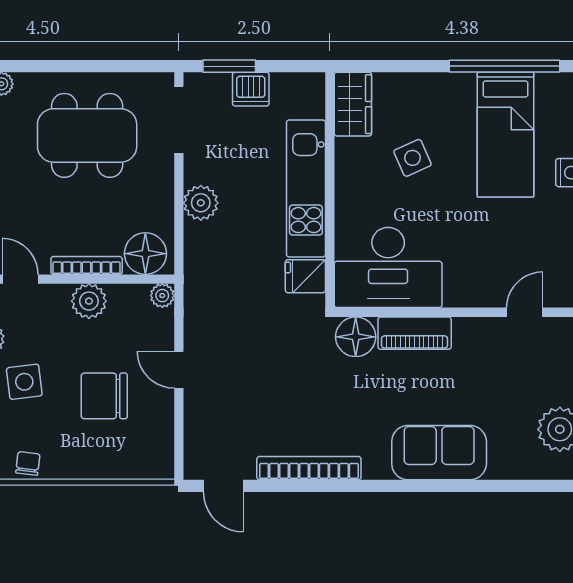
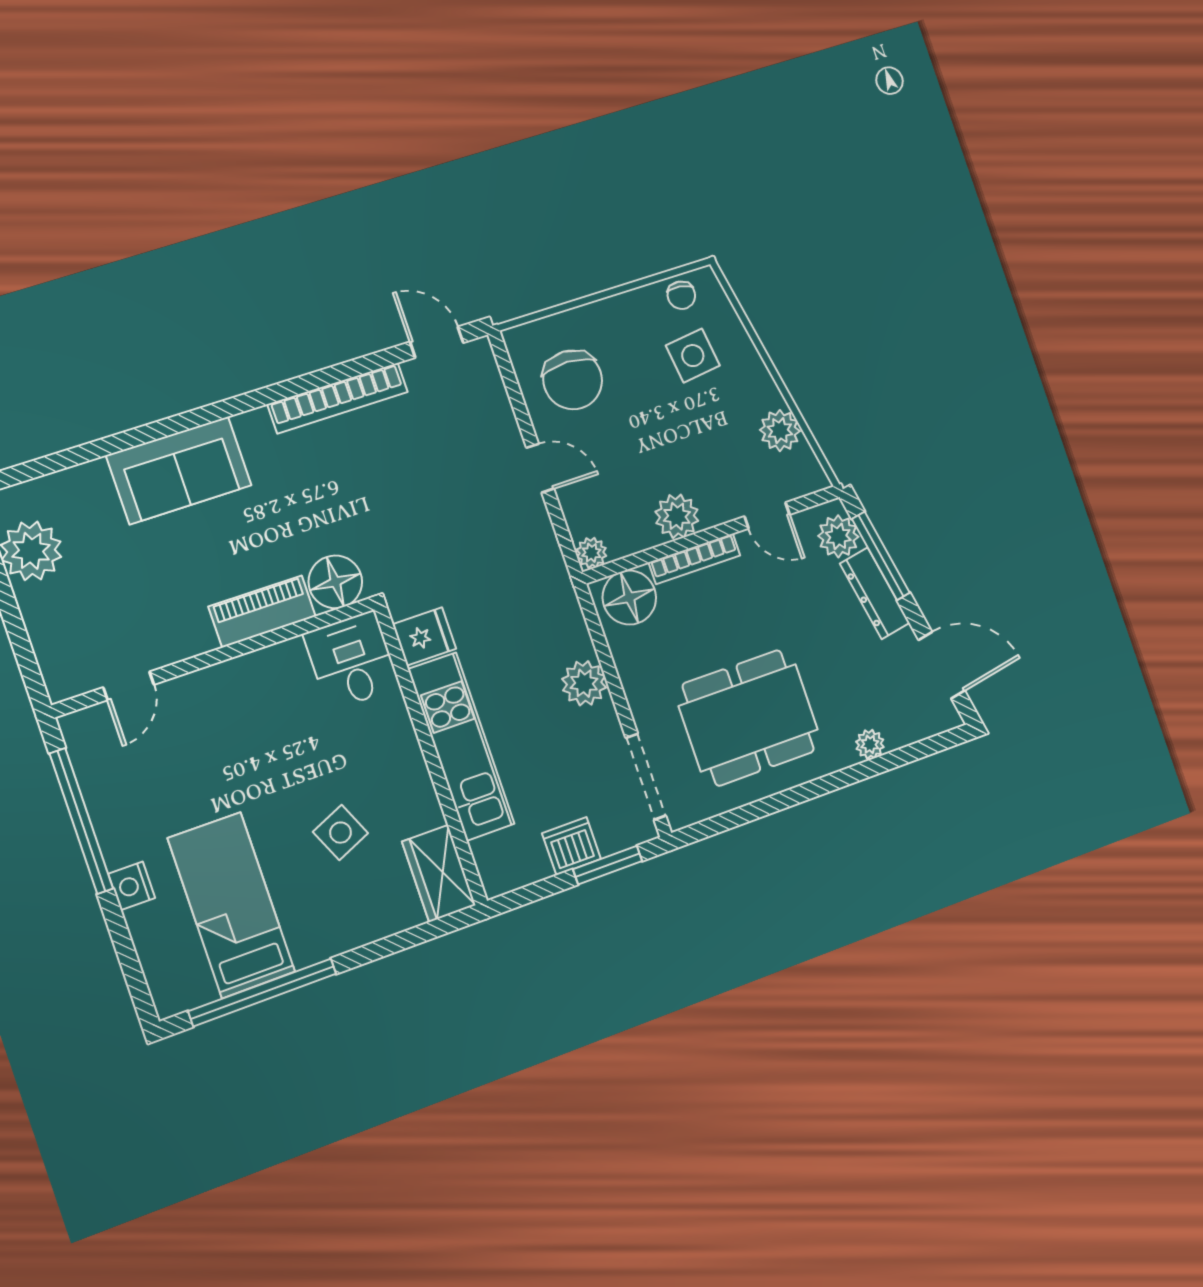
desk: (388, 267) -> (352, 660), width x0.53, depth x0.77
side table: (24, 382) -> (693, 356), moved
chair: (104, 396) -> (573, 380), moved, turned 91

